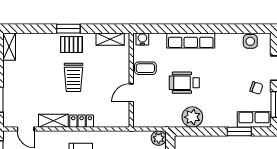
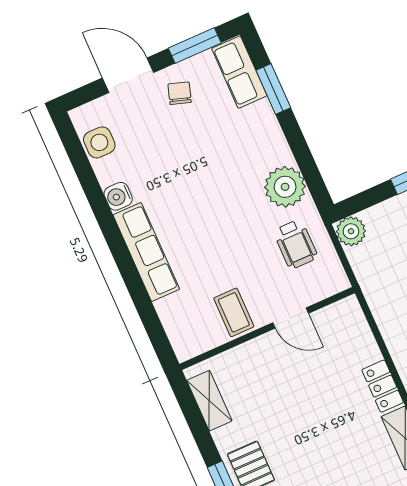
water cooler: (142, 39) -> (118, 196), moved
trolley: (73, 77) -> (309, 437), removed
wheelchair: (184, 83) -> (296, 244), moved, width x0.73, depth x0.73

